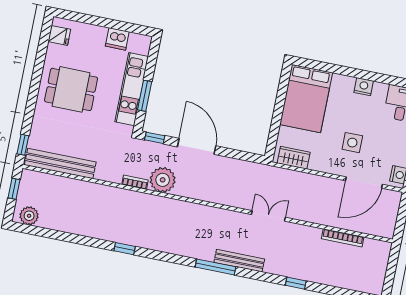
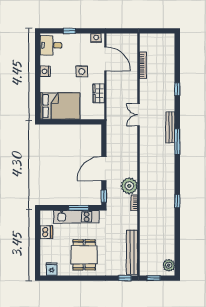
wardrobe: (294, 158) -> (99, 93), moved

